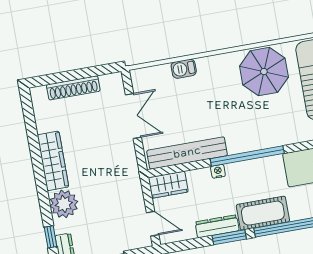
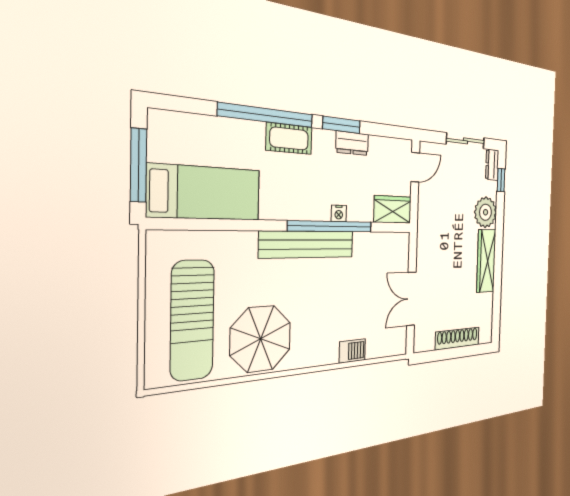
bench: (187, 153) -> (308, 244), moved
window: (247, 156) -> (331, 226), moved
cot: (263, 213) -> (289, 139), width x0.73, depth x0.75
door: (153, 224) -> (415, 167), swing flipped
dresser: (217, 226) -> (352, 143), width x0.70

